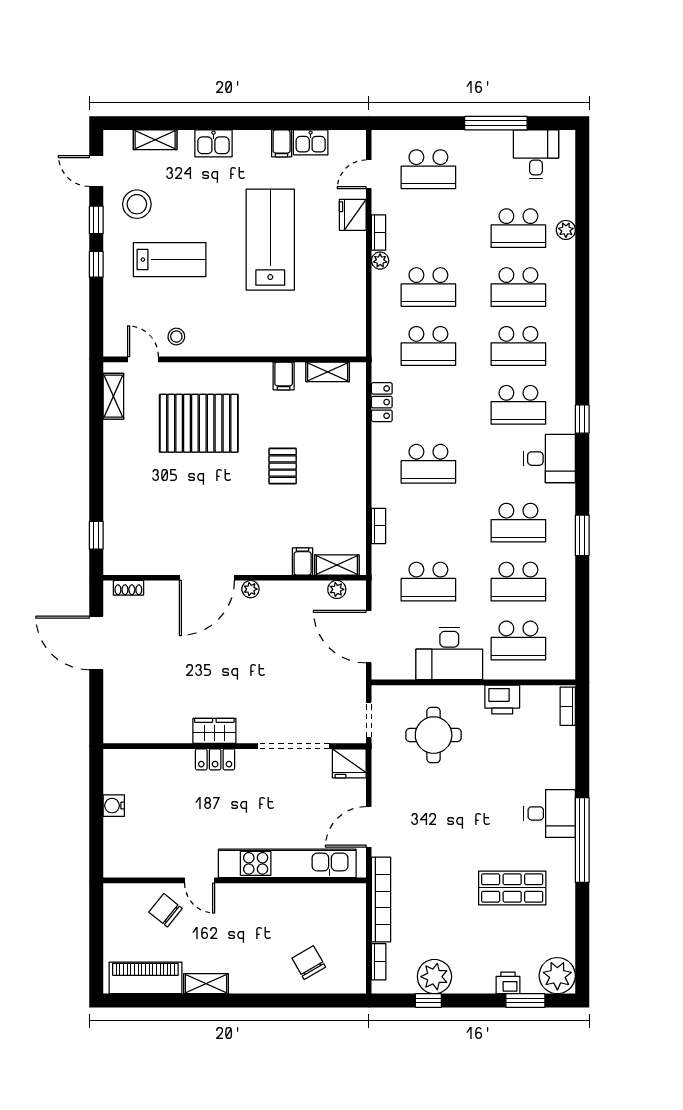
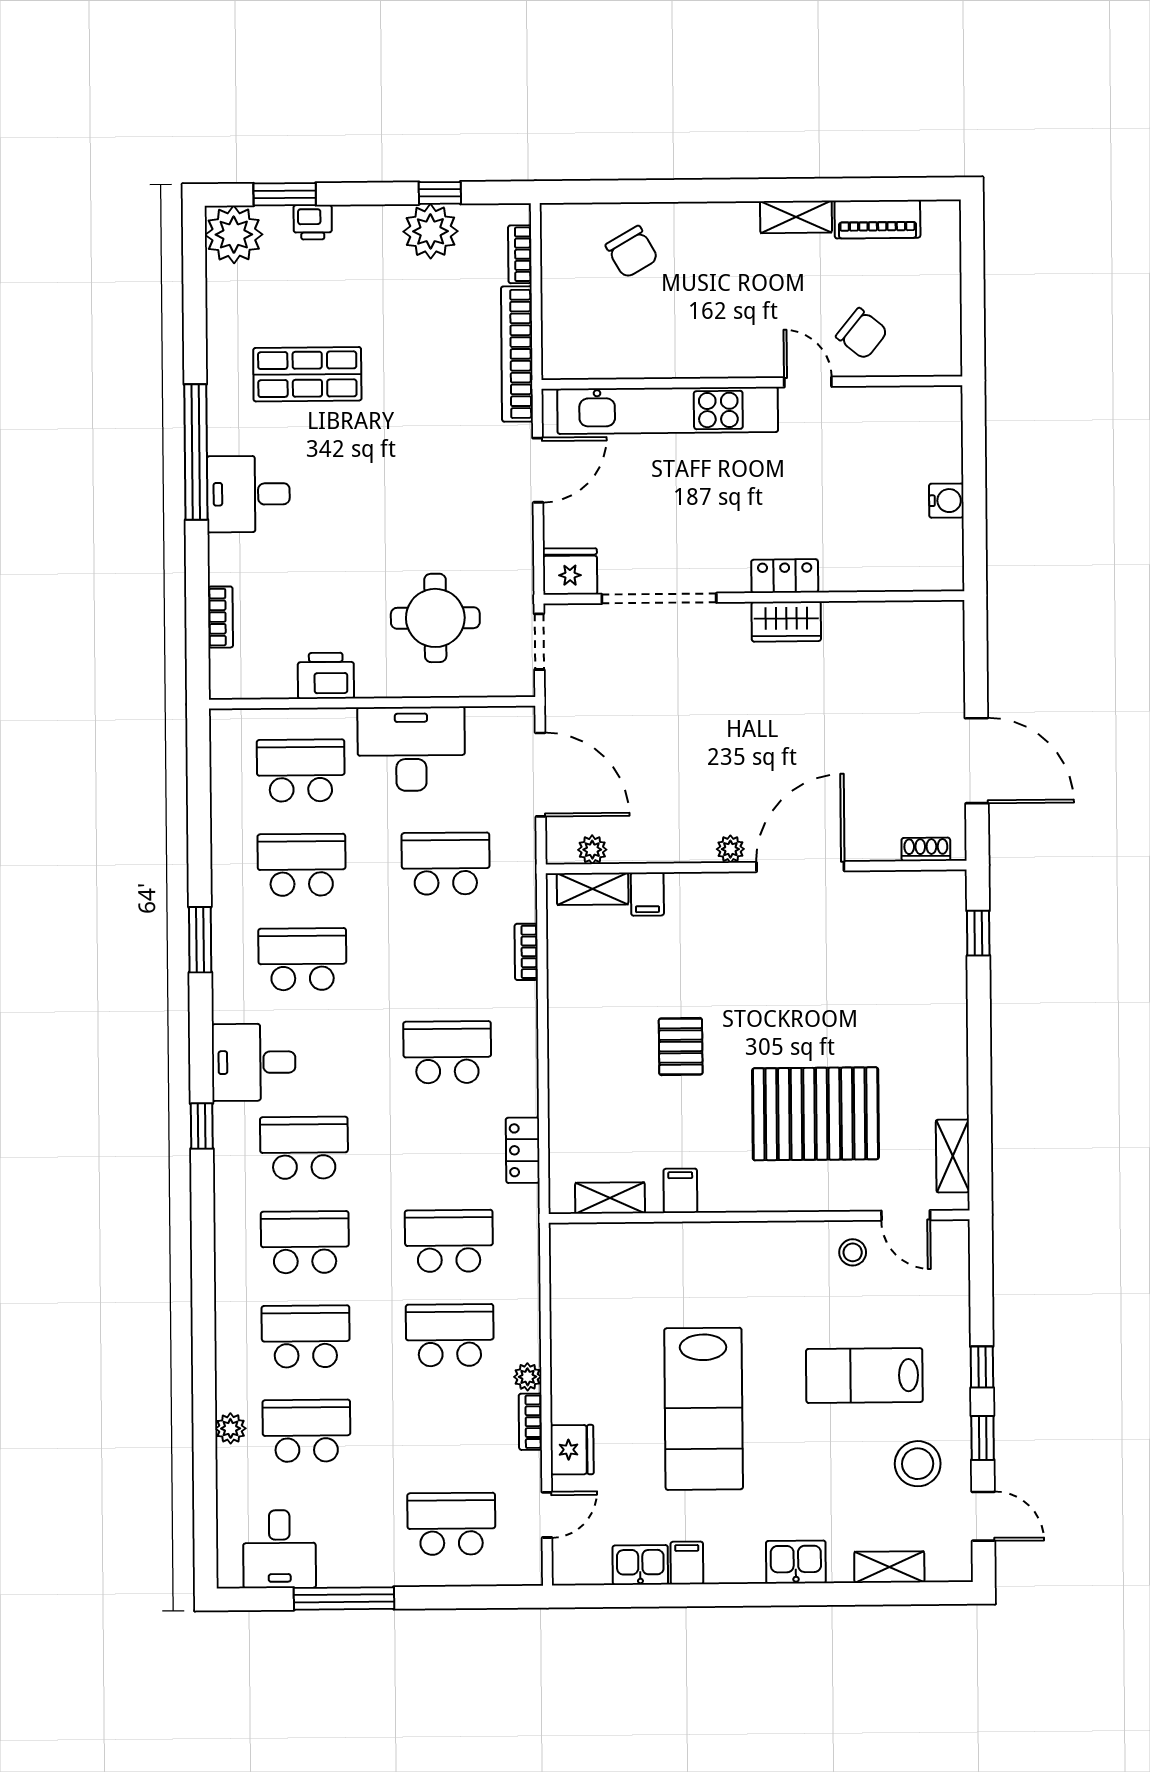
bookcase: (568, 706) -> (220, 617), moved
piano: (145, 978) -> (877, 219), width x0.73, depth x0.75

